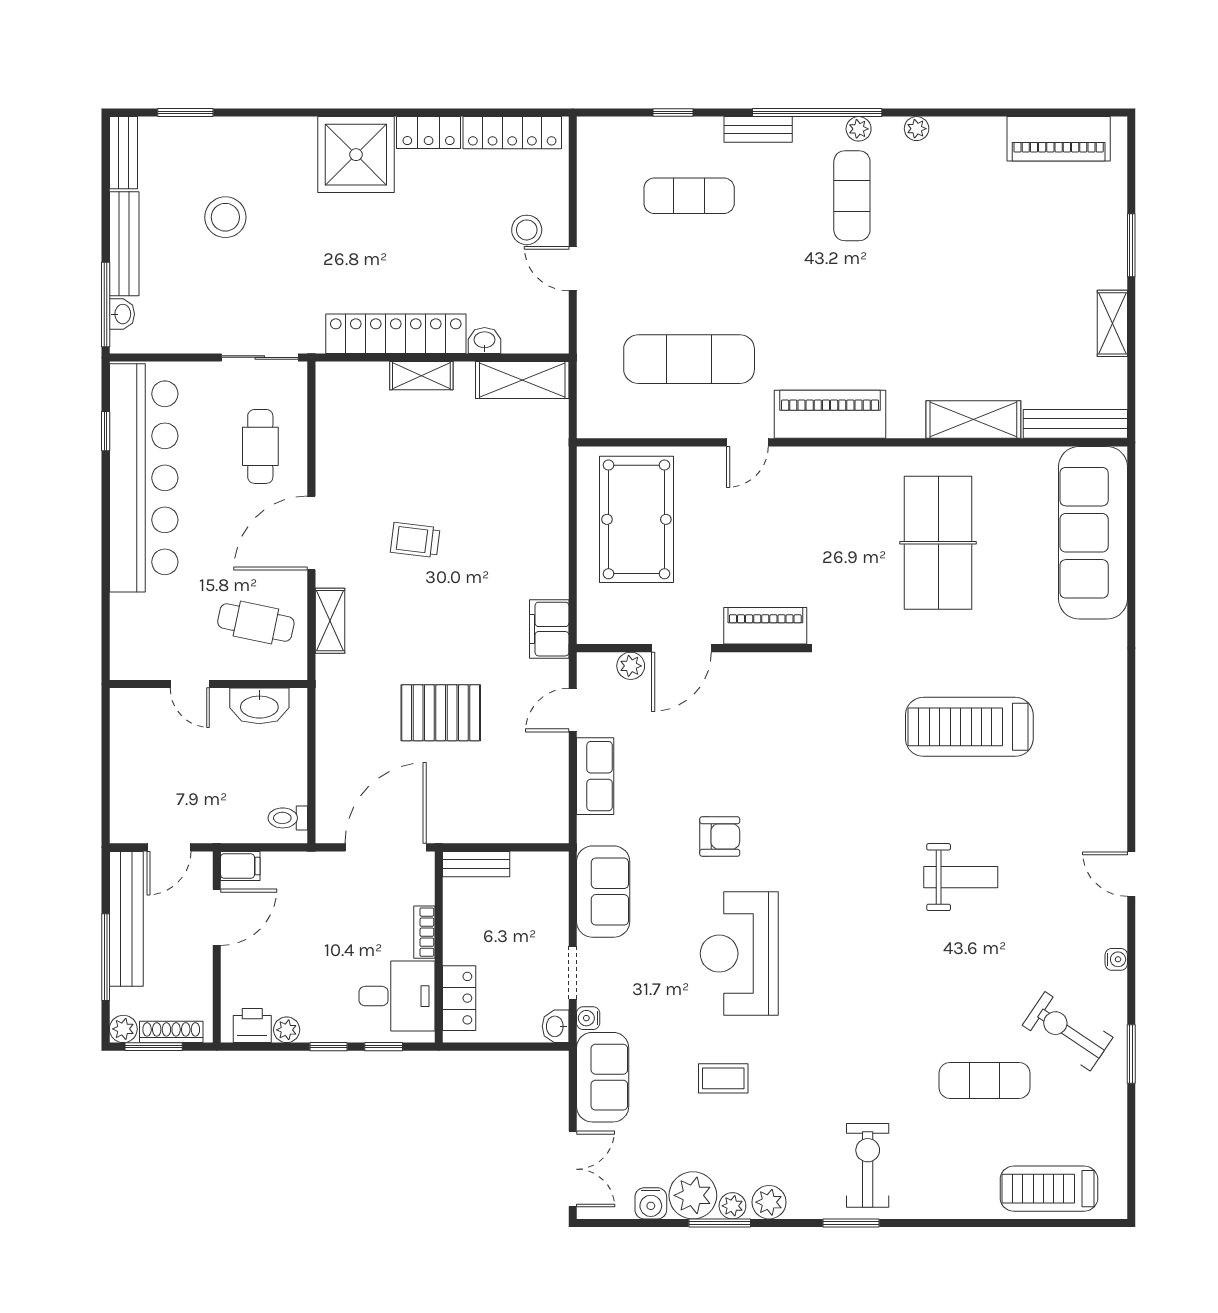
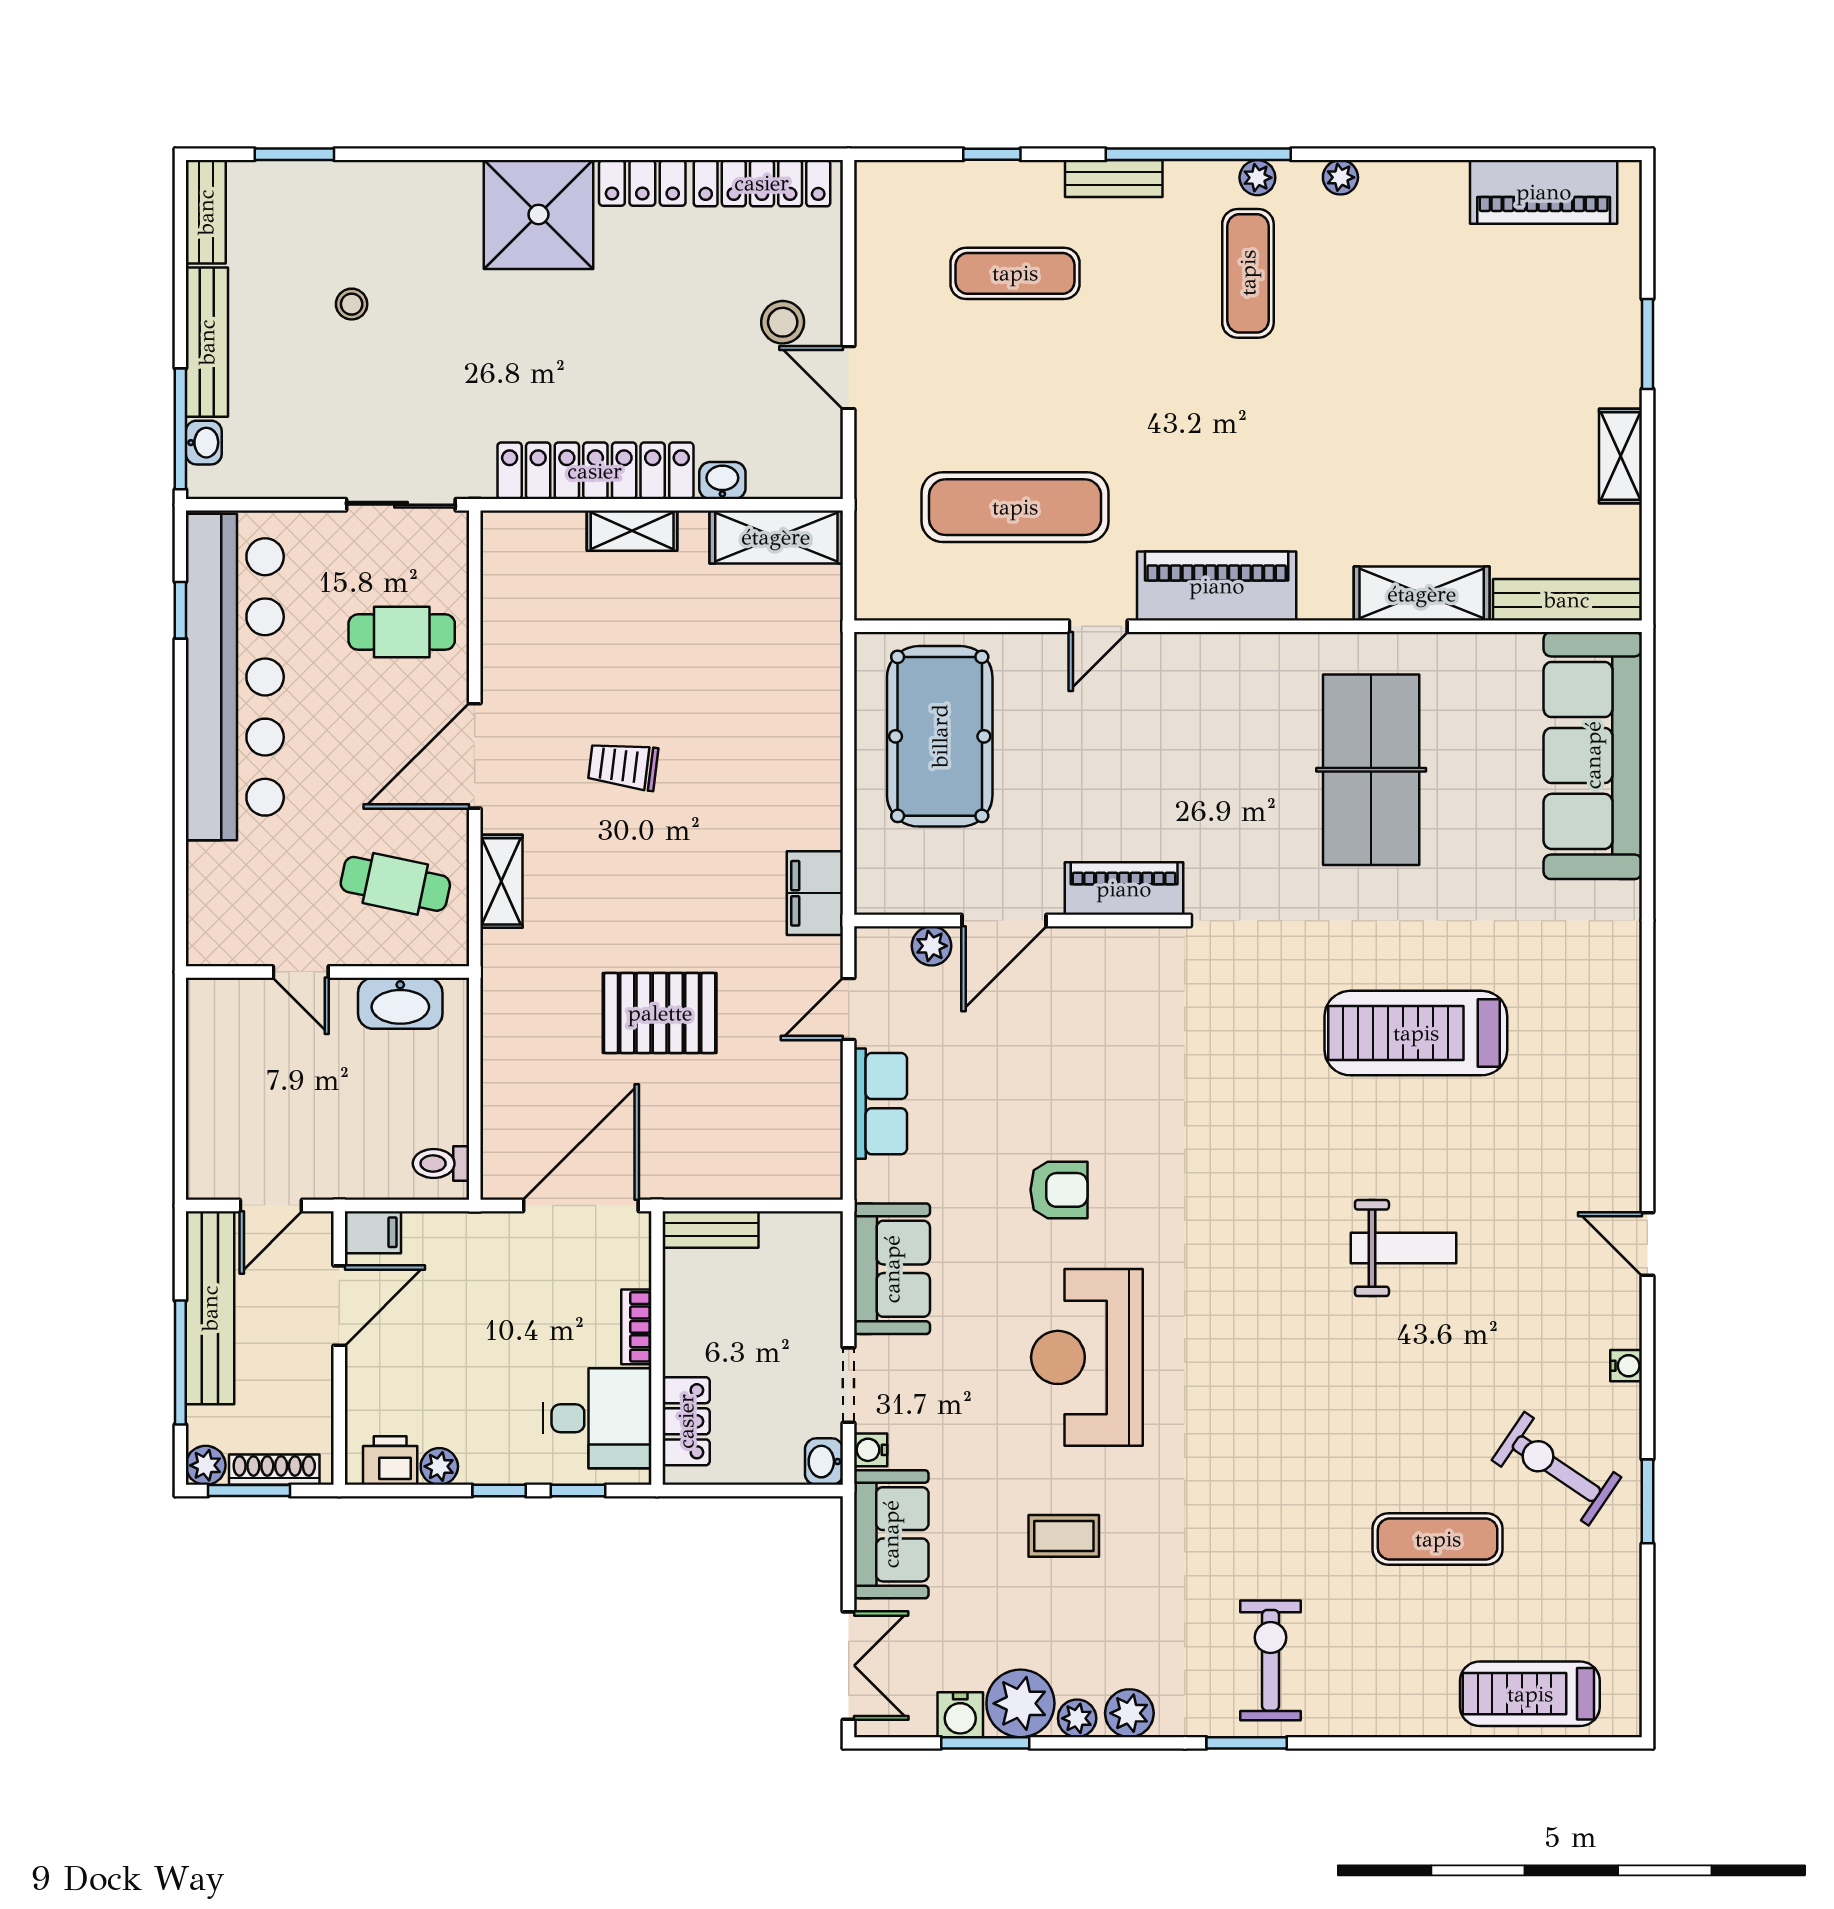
stool: (225, 217) -> (352, 304), width x0.53, depth x0.53
cafe table: (260, 446) -> (402, 632), turned 90
window: (720, 1223) -> (985, 1743), moved

